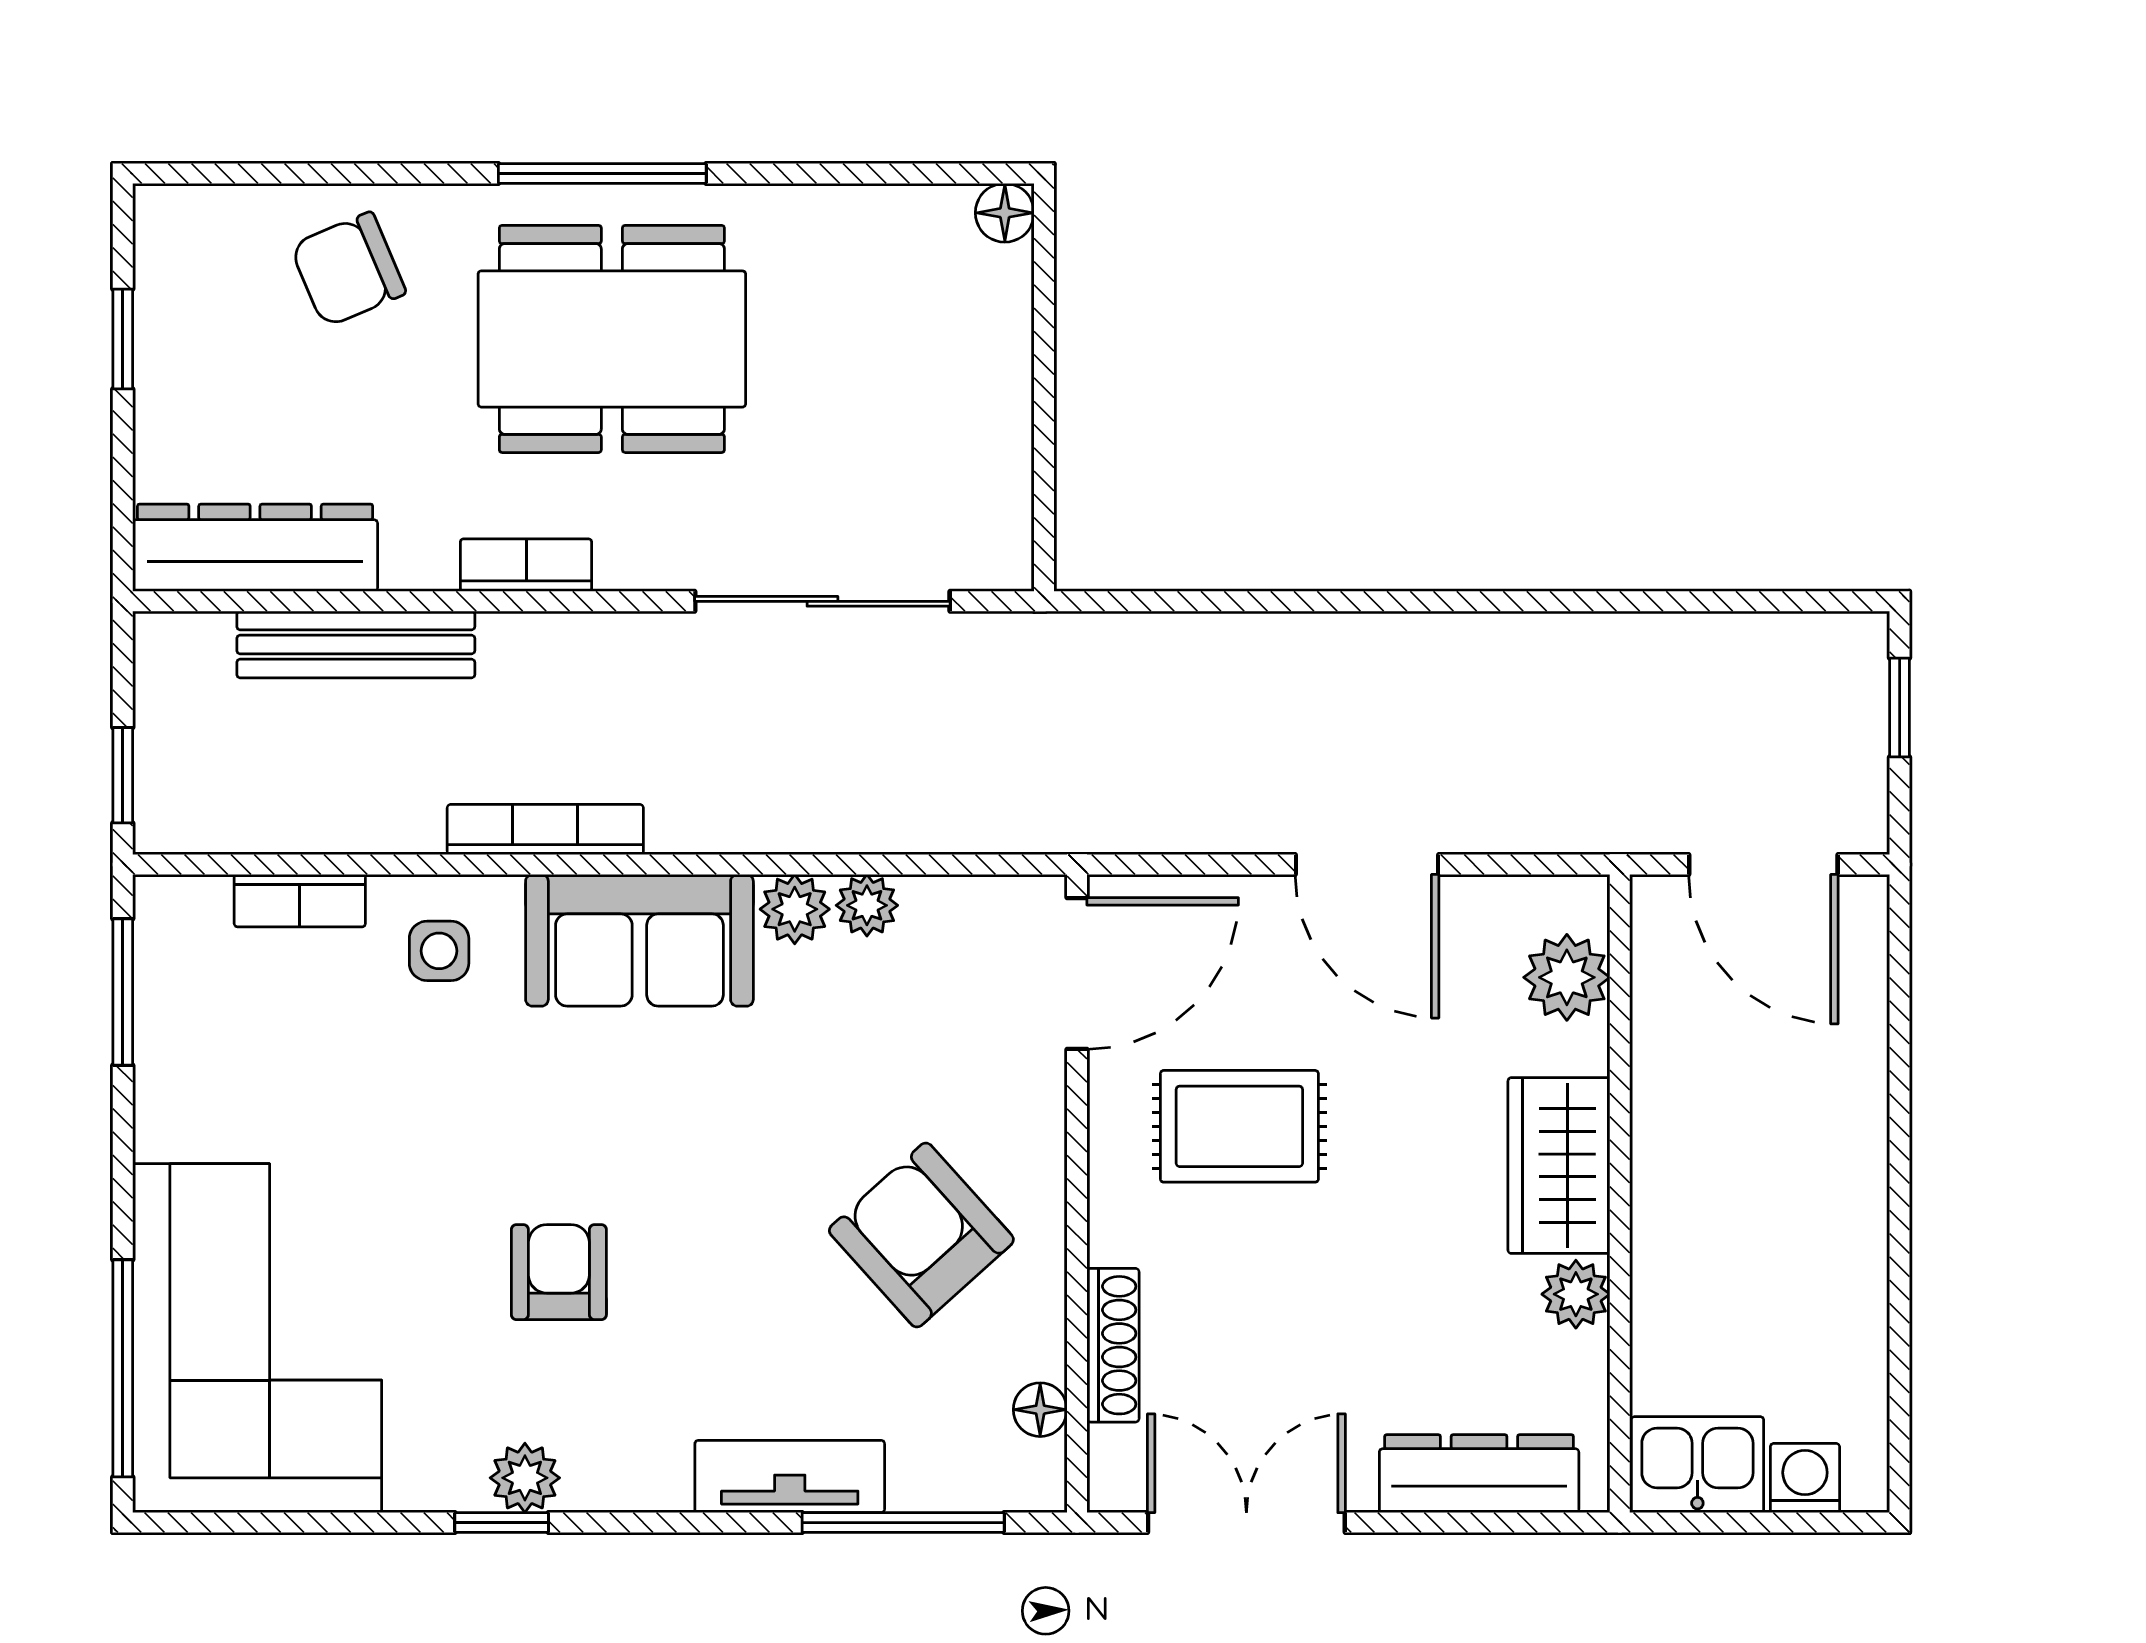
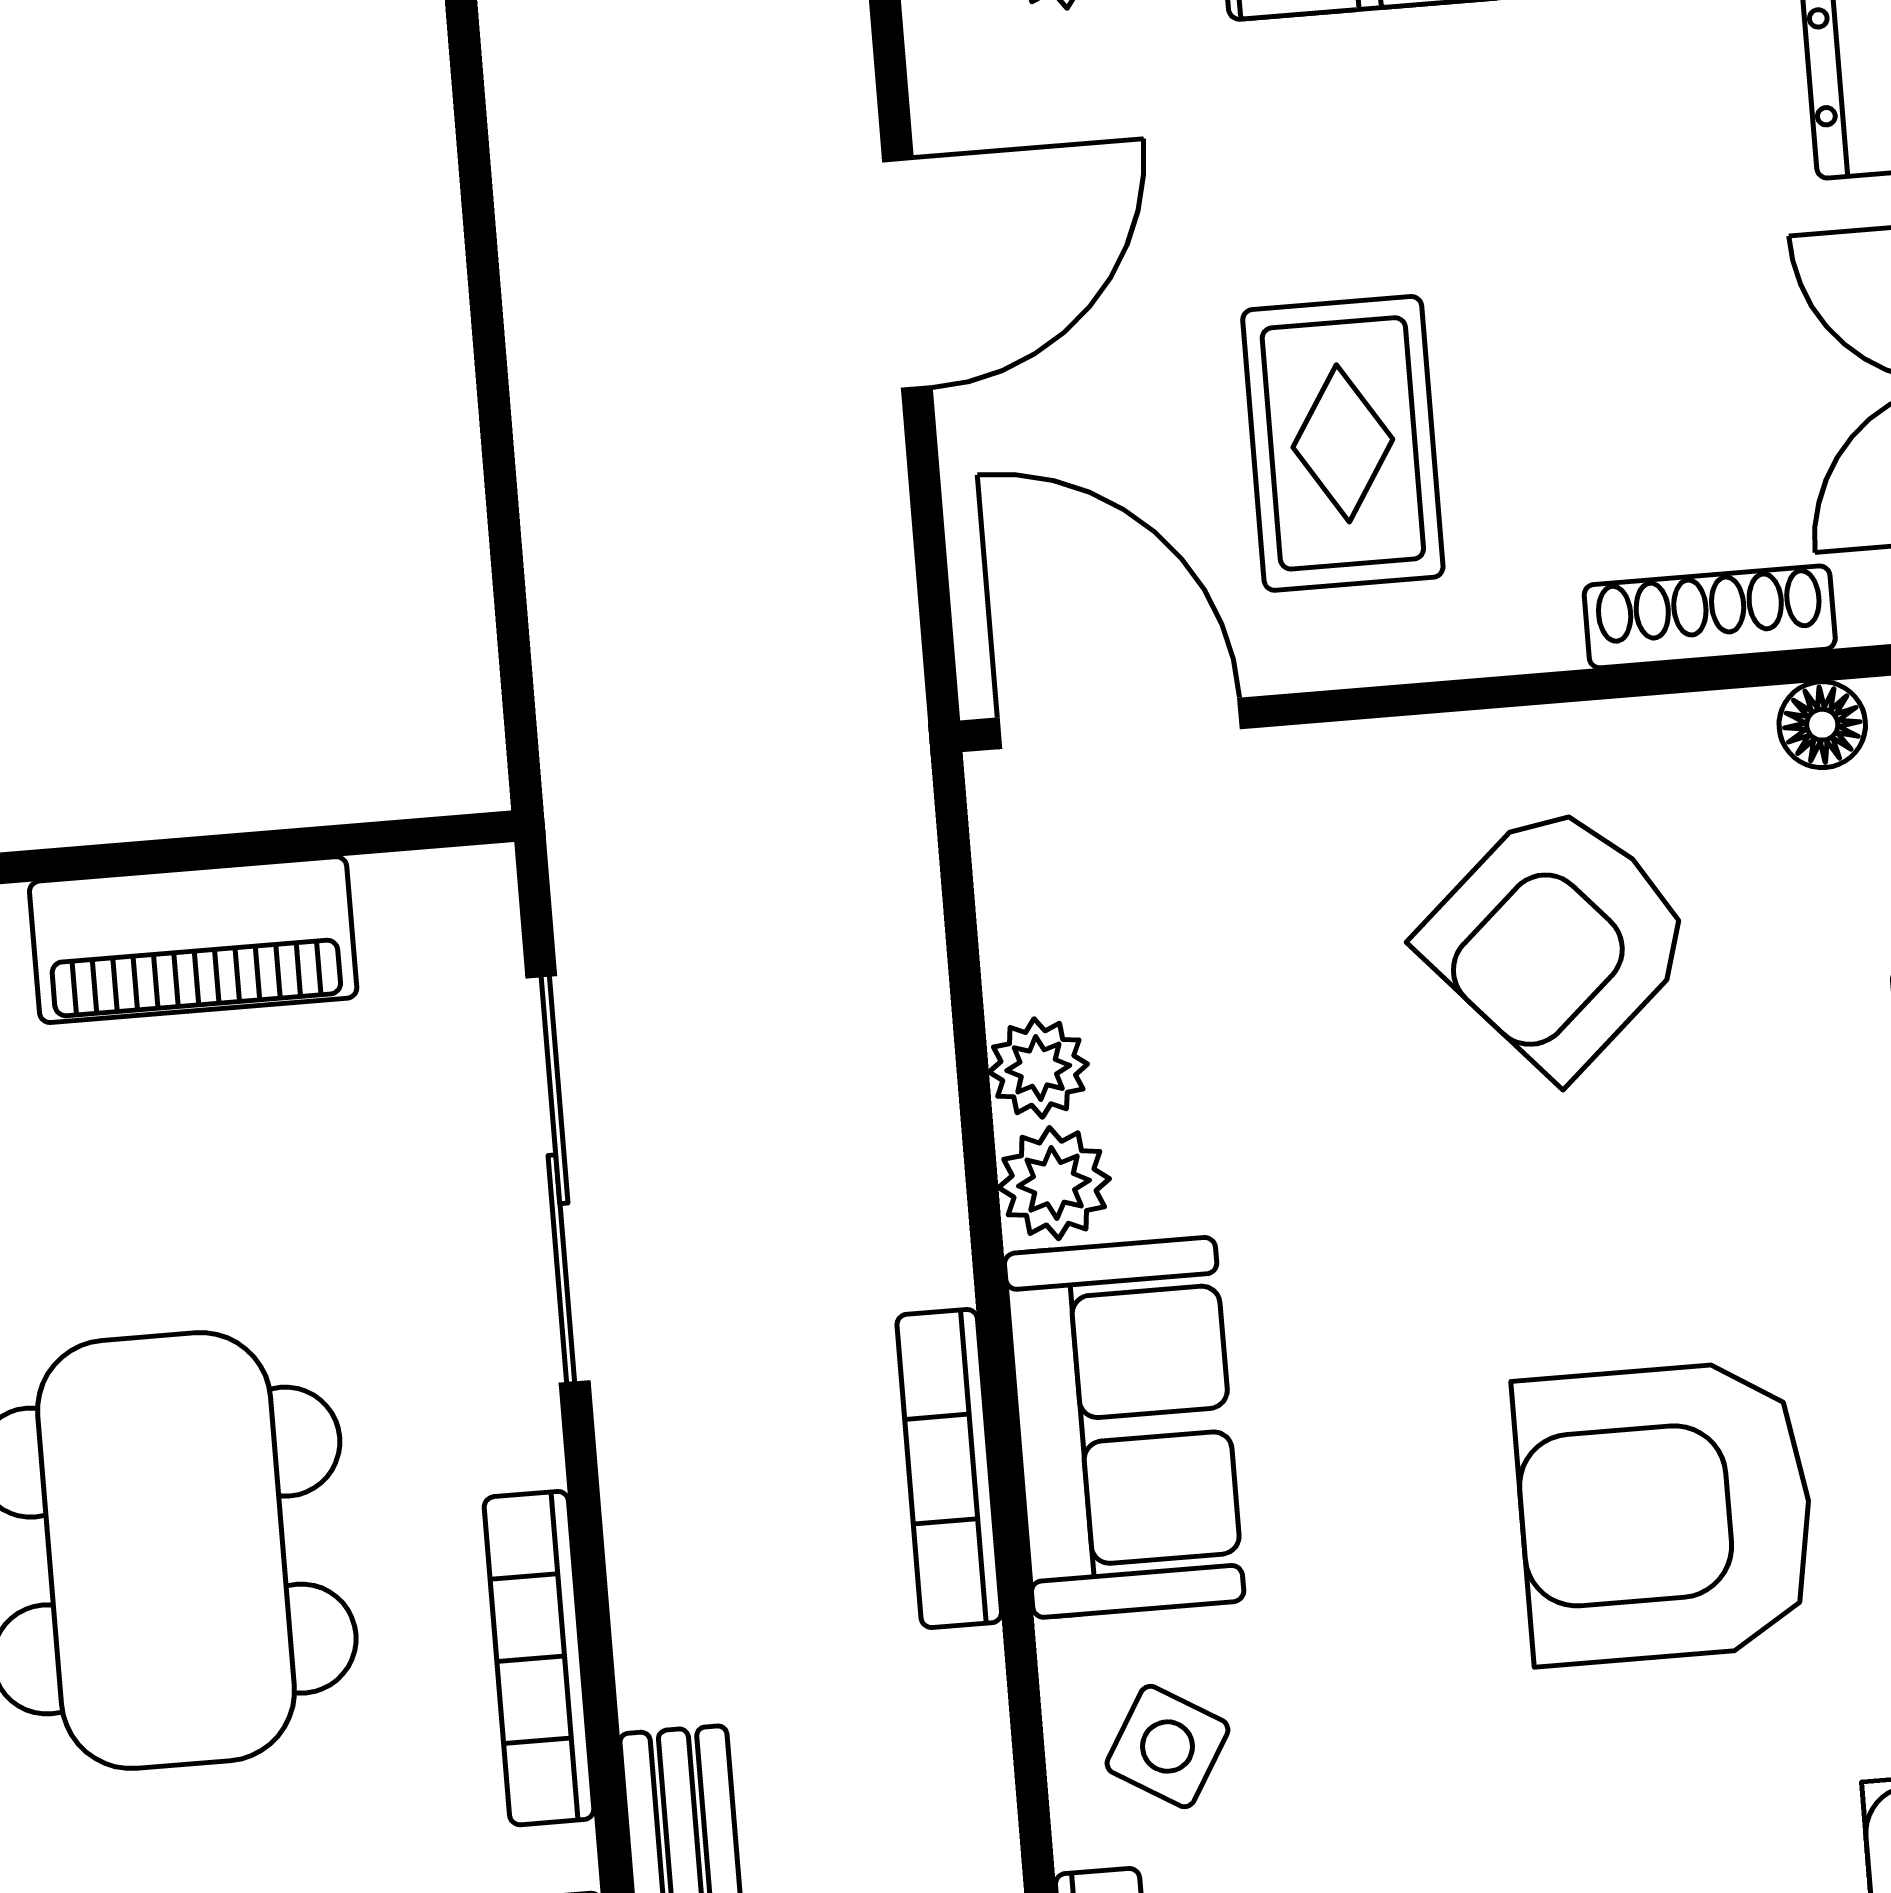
piano: (990, 387) -> (193, 940), added
bookcase: (526, 565) -> (539, 1658), width x1.56
bookcase: (545, 830) -> (949, 1468), moved
side table: (439, 951) -> (1168, 1747), turned 31
armchair: (559, 1272) -> (1666, 1513), width x1.88, depth x1.88

